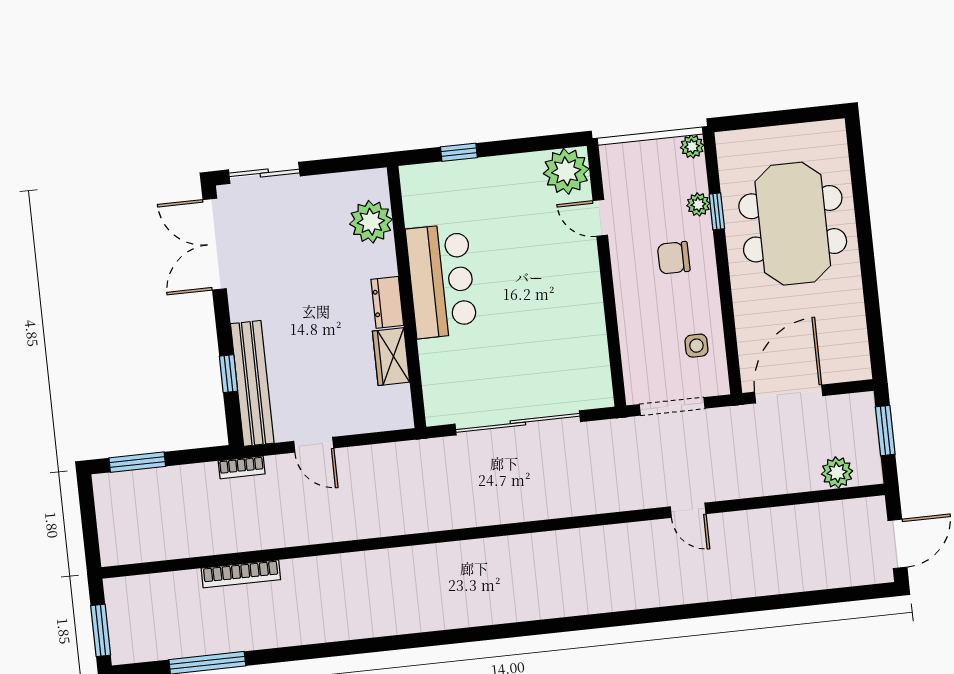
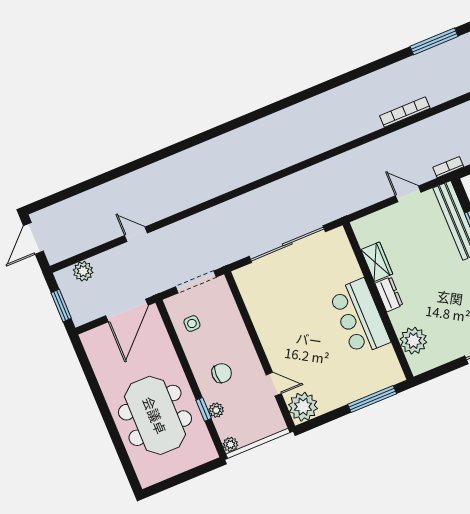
window: (459, 152) -> (372, 399), width x2.17
door: (688, 510) -> (136, 234), moved
bookcase: (241, 574) -> (405, 112), moved

